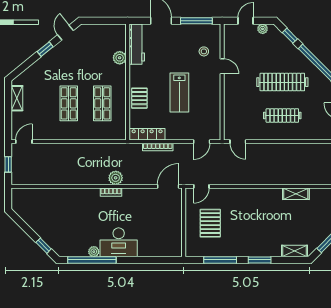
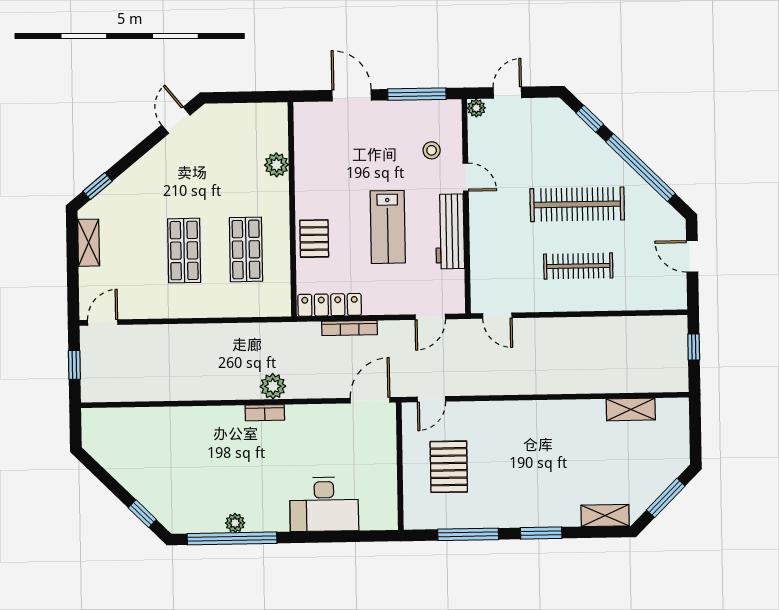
plant: (263, 29) -> (476, 108), moved
workbench: (137, 44) -> (450, 231), moved, turned 180
window: (45, 49) -> (98, 186), moved
shelving: (296, 194) -> (631, 409), moved
desk: (119, 242) -> (324, 504), moved

